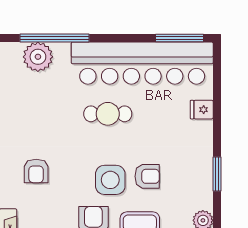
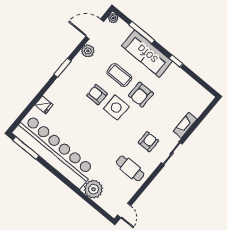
window: (55, 38) -> (86, 198), removed
plant: (38, 57) -> (93, 189), moved
cafe table: (108, 114) -> (130, 168), moved

